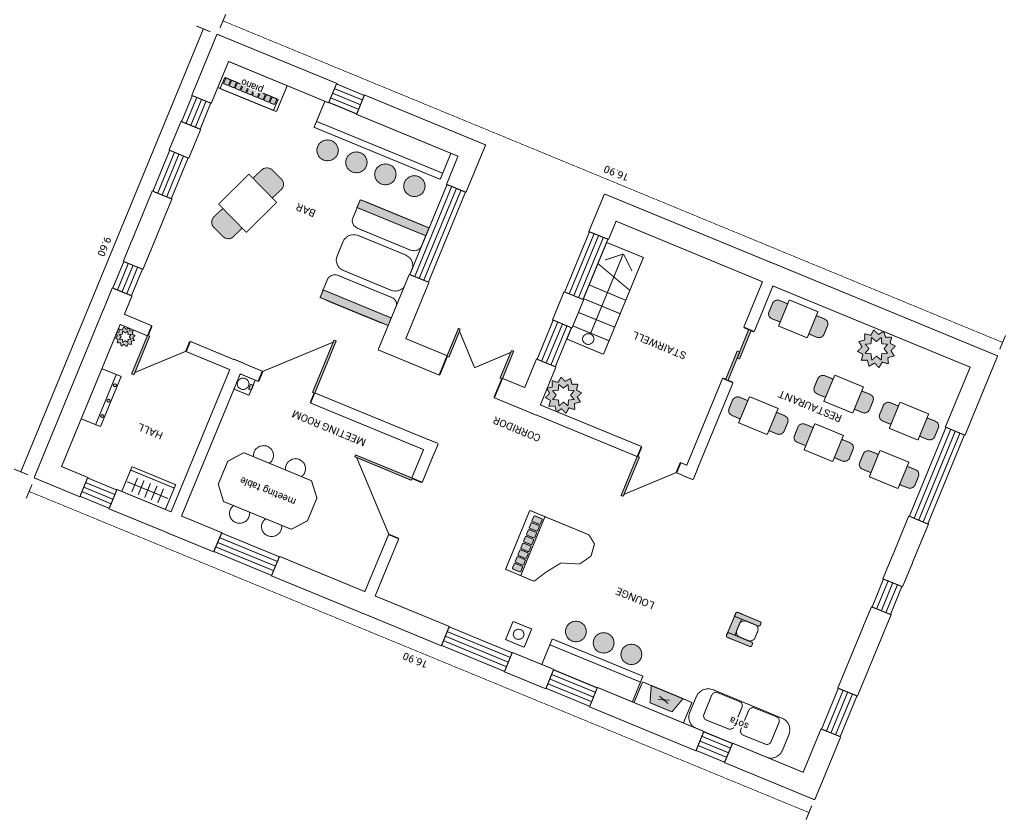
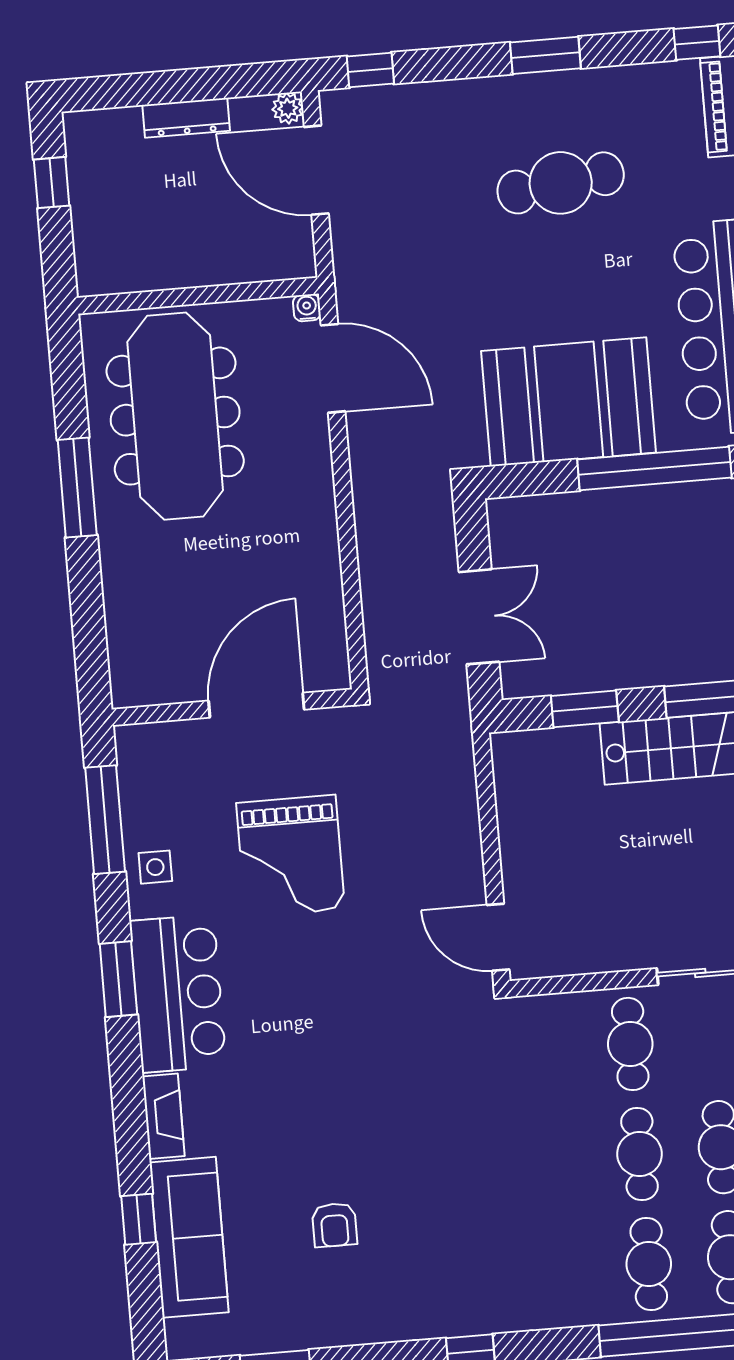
window: (196, 112) -> (697, 43), moved
cafe table: (248, 203) -> (561, 183), turned -30
door: (169, 339) -> (316, 170), width x1.36
plant: (563, 395) -> (520, 759), removed
wardrobe: (149, 488) -> (94, 249), removed
meeting table: (268, 491) -> (175, 416), width x1.36
door: (405, 508) -> (256, 705), moved
wall: (399, 523) -> (232, 707), moved
window: (247, 554) -> (77, 487), moved
armchair: (744, 629) -> (334, 1225), moved

